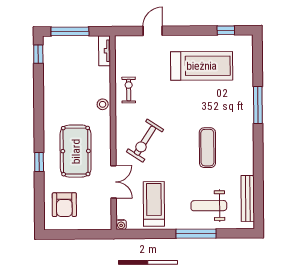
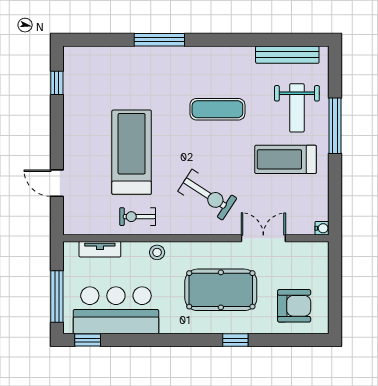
tv unit: (105, 51) -> (100, 249), moved
treadmill: (202, 66) -> (132, 152), moved
bar counter: (60, 75) -> (116, 310), added
treadmill: (154, 204) -> (286, 159), moved

